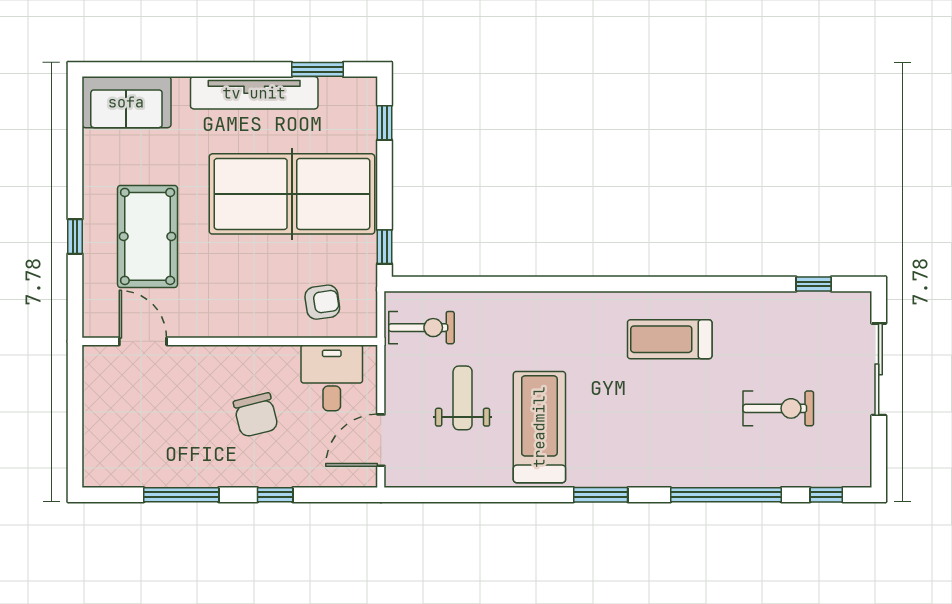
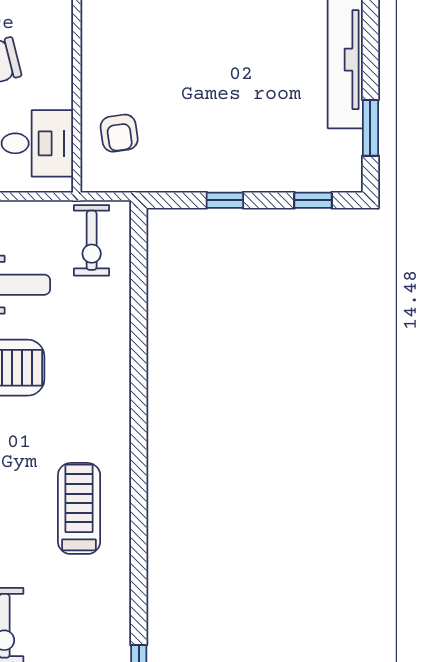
table tennis table: (292, 194) -> (236, 100), removed
window: (385, 247) -> (225, 200), moved

